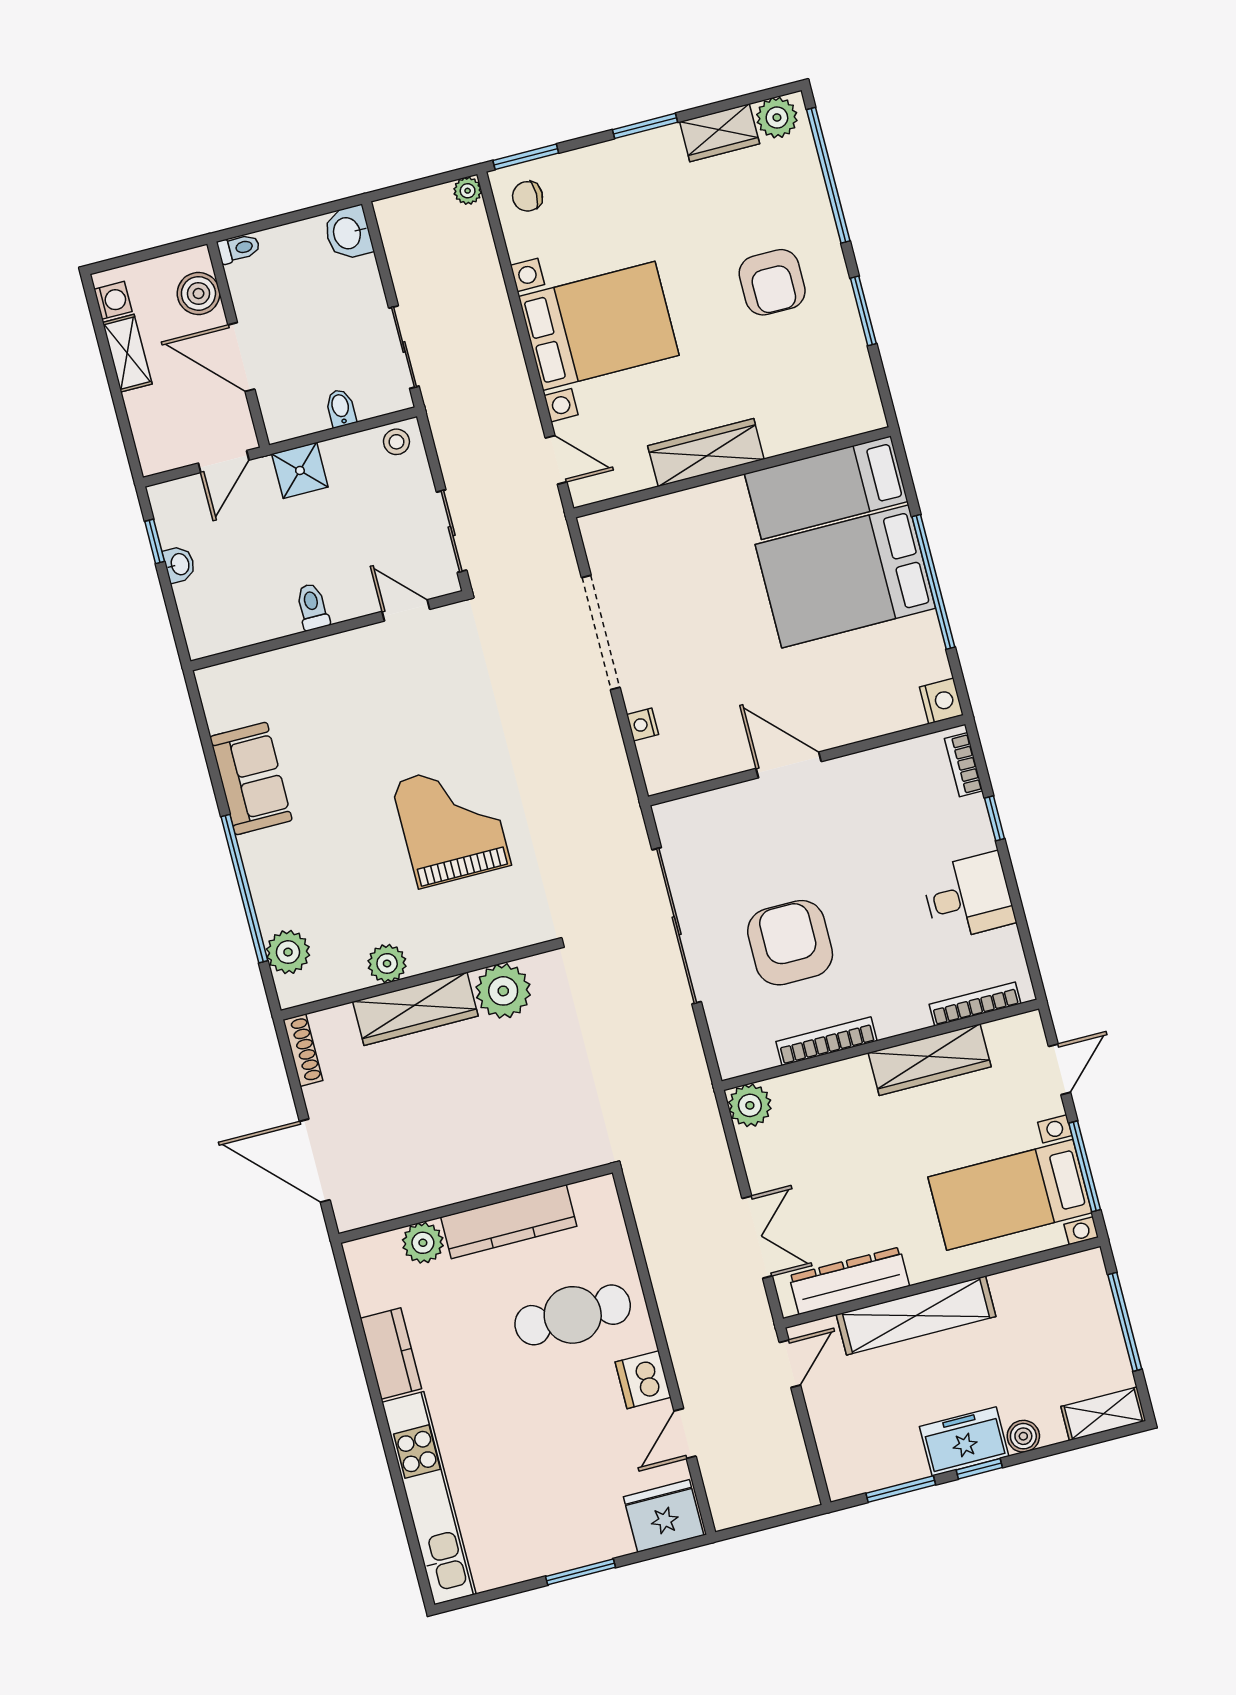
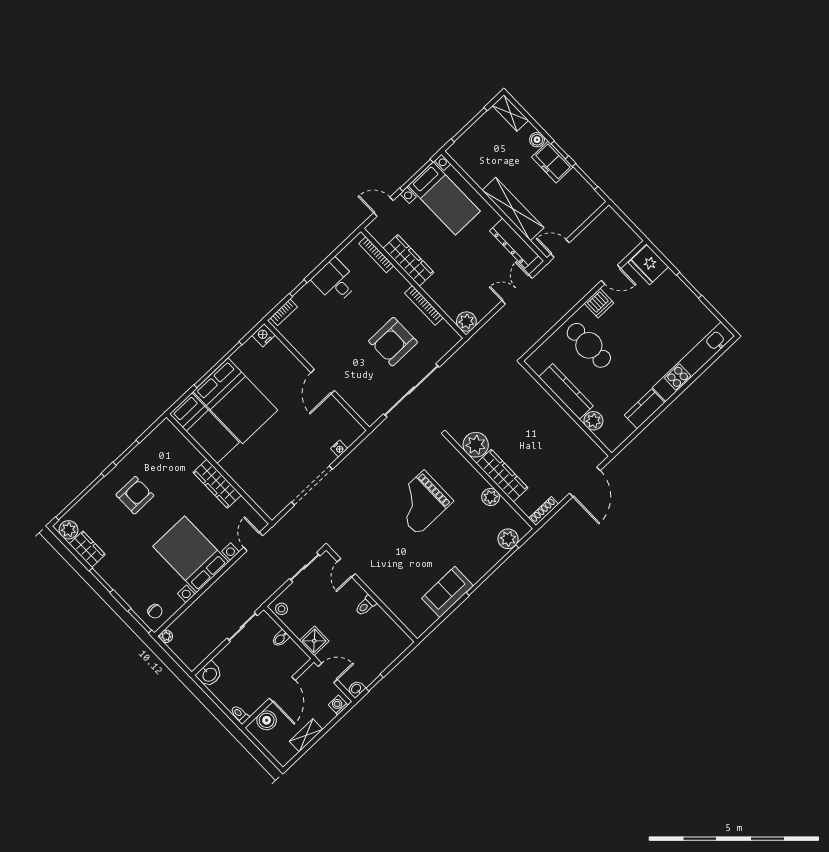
washing machine: (113, 300) -> (338, 705), moved
washbasin: (179, 564) -> (356, 689), moved

